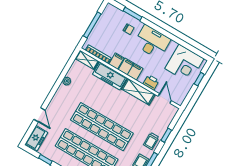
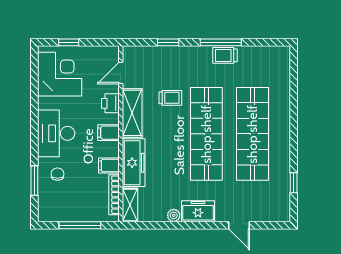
filing cabinet: (131, 69) -> (109, 133), width x0.50
door: (39, 115) -> (239, 225), swing flipped
freezer: (36, 138) -> (198, 211), moved
trolley: (151, 141) -> (170, 98), moved

